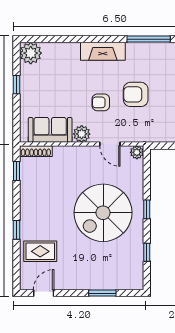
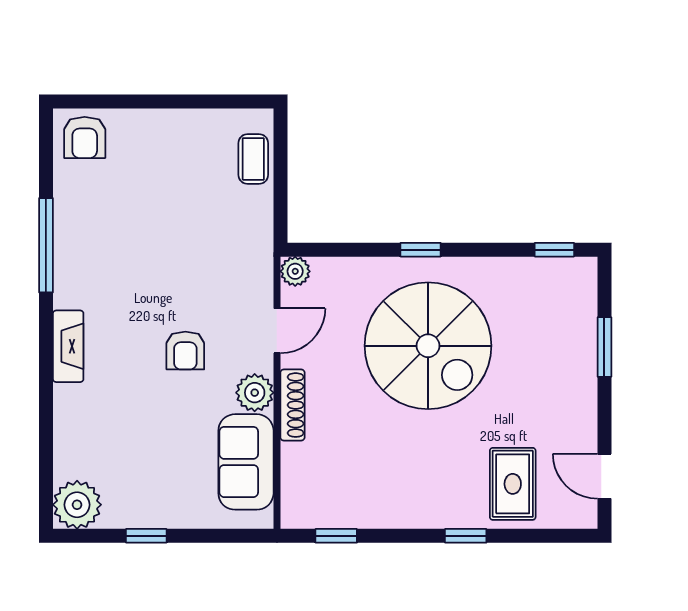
fireplace: (103, 51) -> (68, 346), width x0.73, depth x0.76
armchair: (136, 94) -> (168, 274), removed
shoe rack: (36, 151) -> (292, 405), moved
window: (147, 252) -> (554, 250), moved

